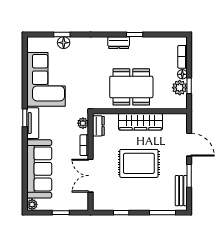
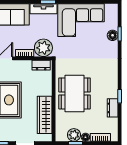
dresser: (119, 43) -> (113, 108), moved
wardrobe: (140, 122) -> (45, 115), moved
plant: (83, 123) -> (43, 48), width x1.88, depth x1.88

